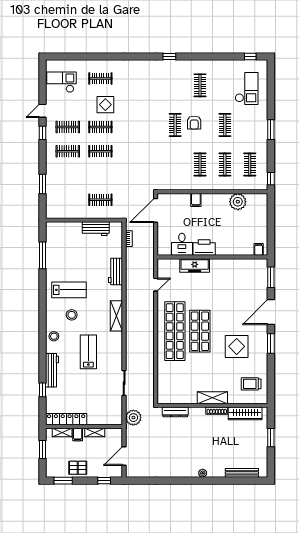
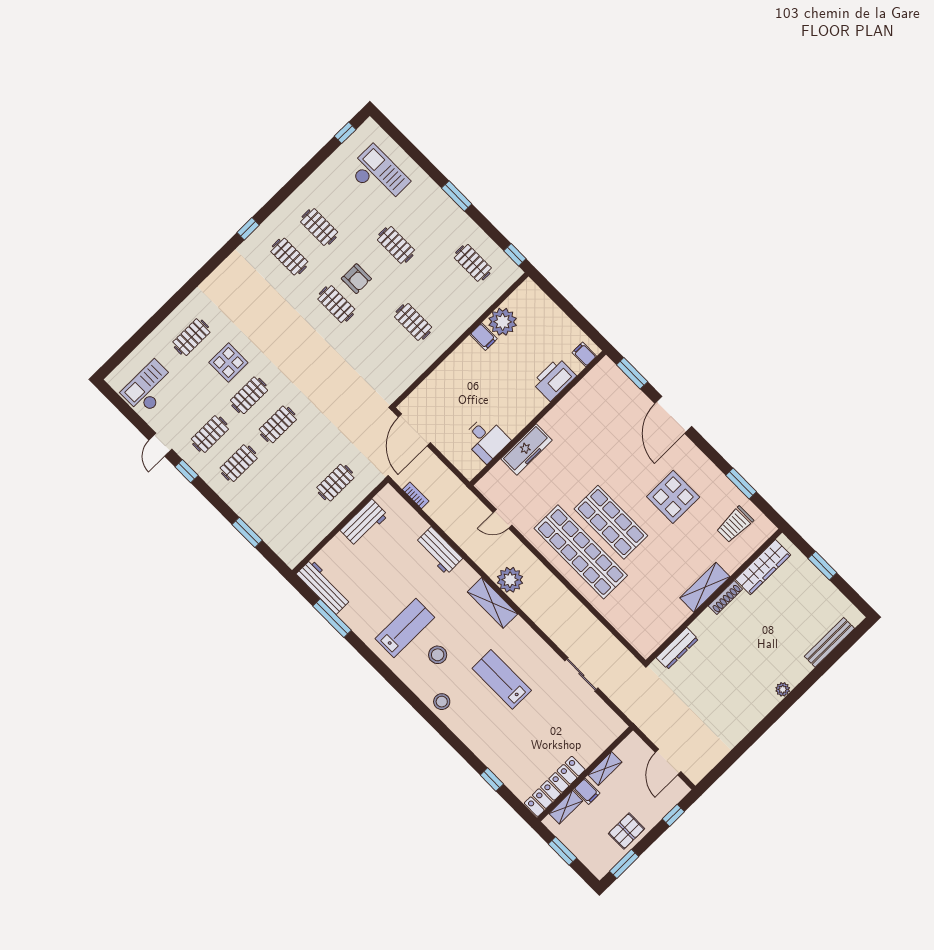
clothes rail: (225, 165) -> (289, 257), moved
filing cabinet: (196, 200) -> (484, 337), moved
printer: (204, 247) -> (554, 379), moved
door: (156, 285) -> (502, 519), swing flipped
window: (271, 344) -> (741, 483), moved
workbench: (52, 370) -> (324, 587), moved
plant: (133, 418) -> (510, 580), moved

